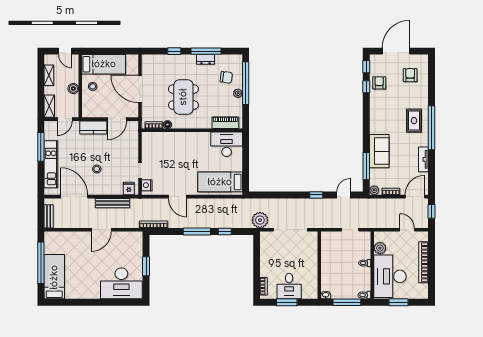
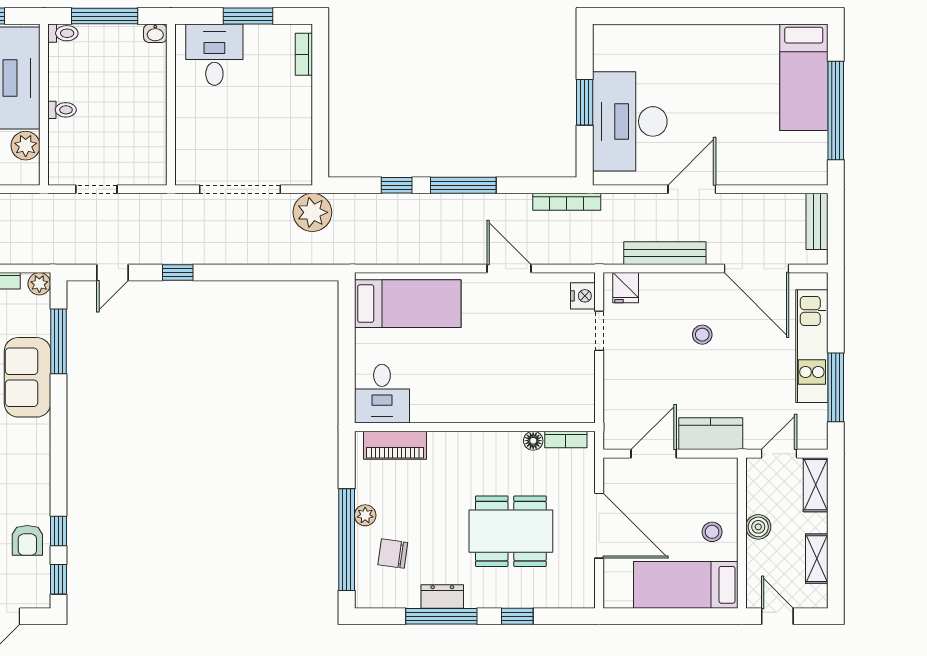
dining table: (183, 97) -> (511, 531), moved, turned 90
desk: (227, 144) -> (382, 394), width x0.73
desk: (121, 283) -> (630, 121), moved, turned -90
desk: (289, 286) -> (214, 55), moved

